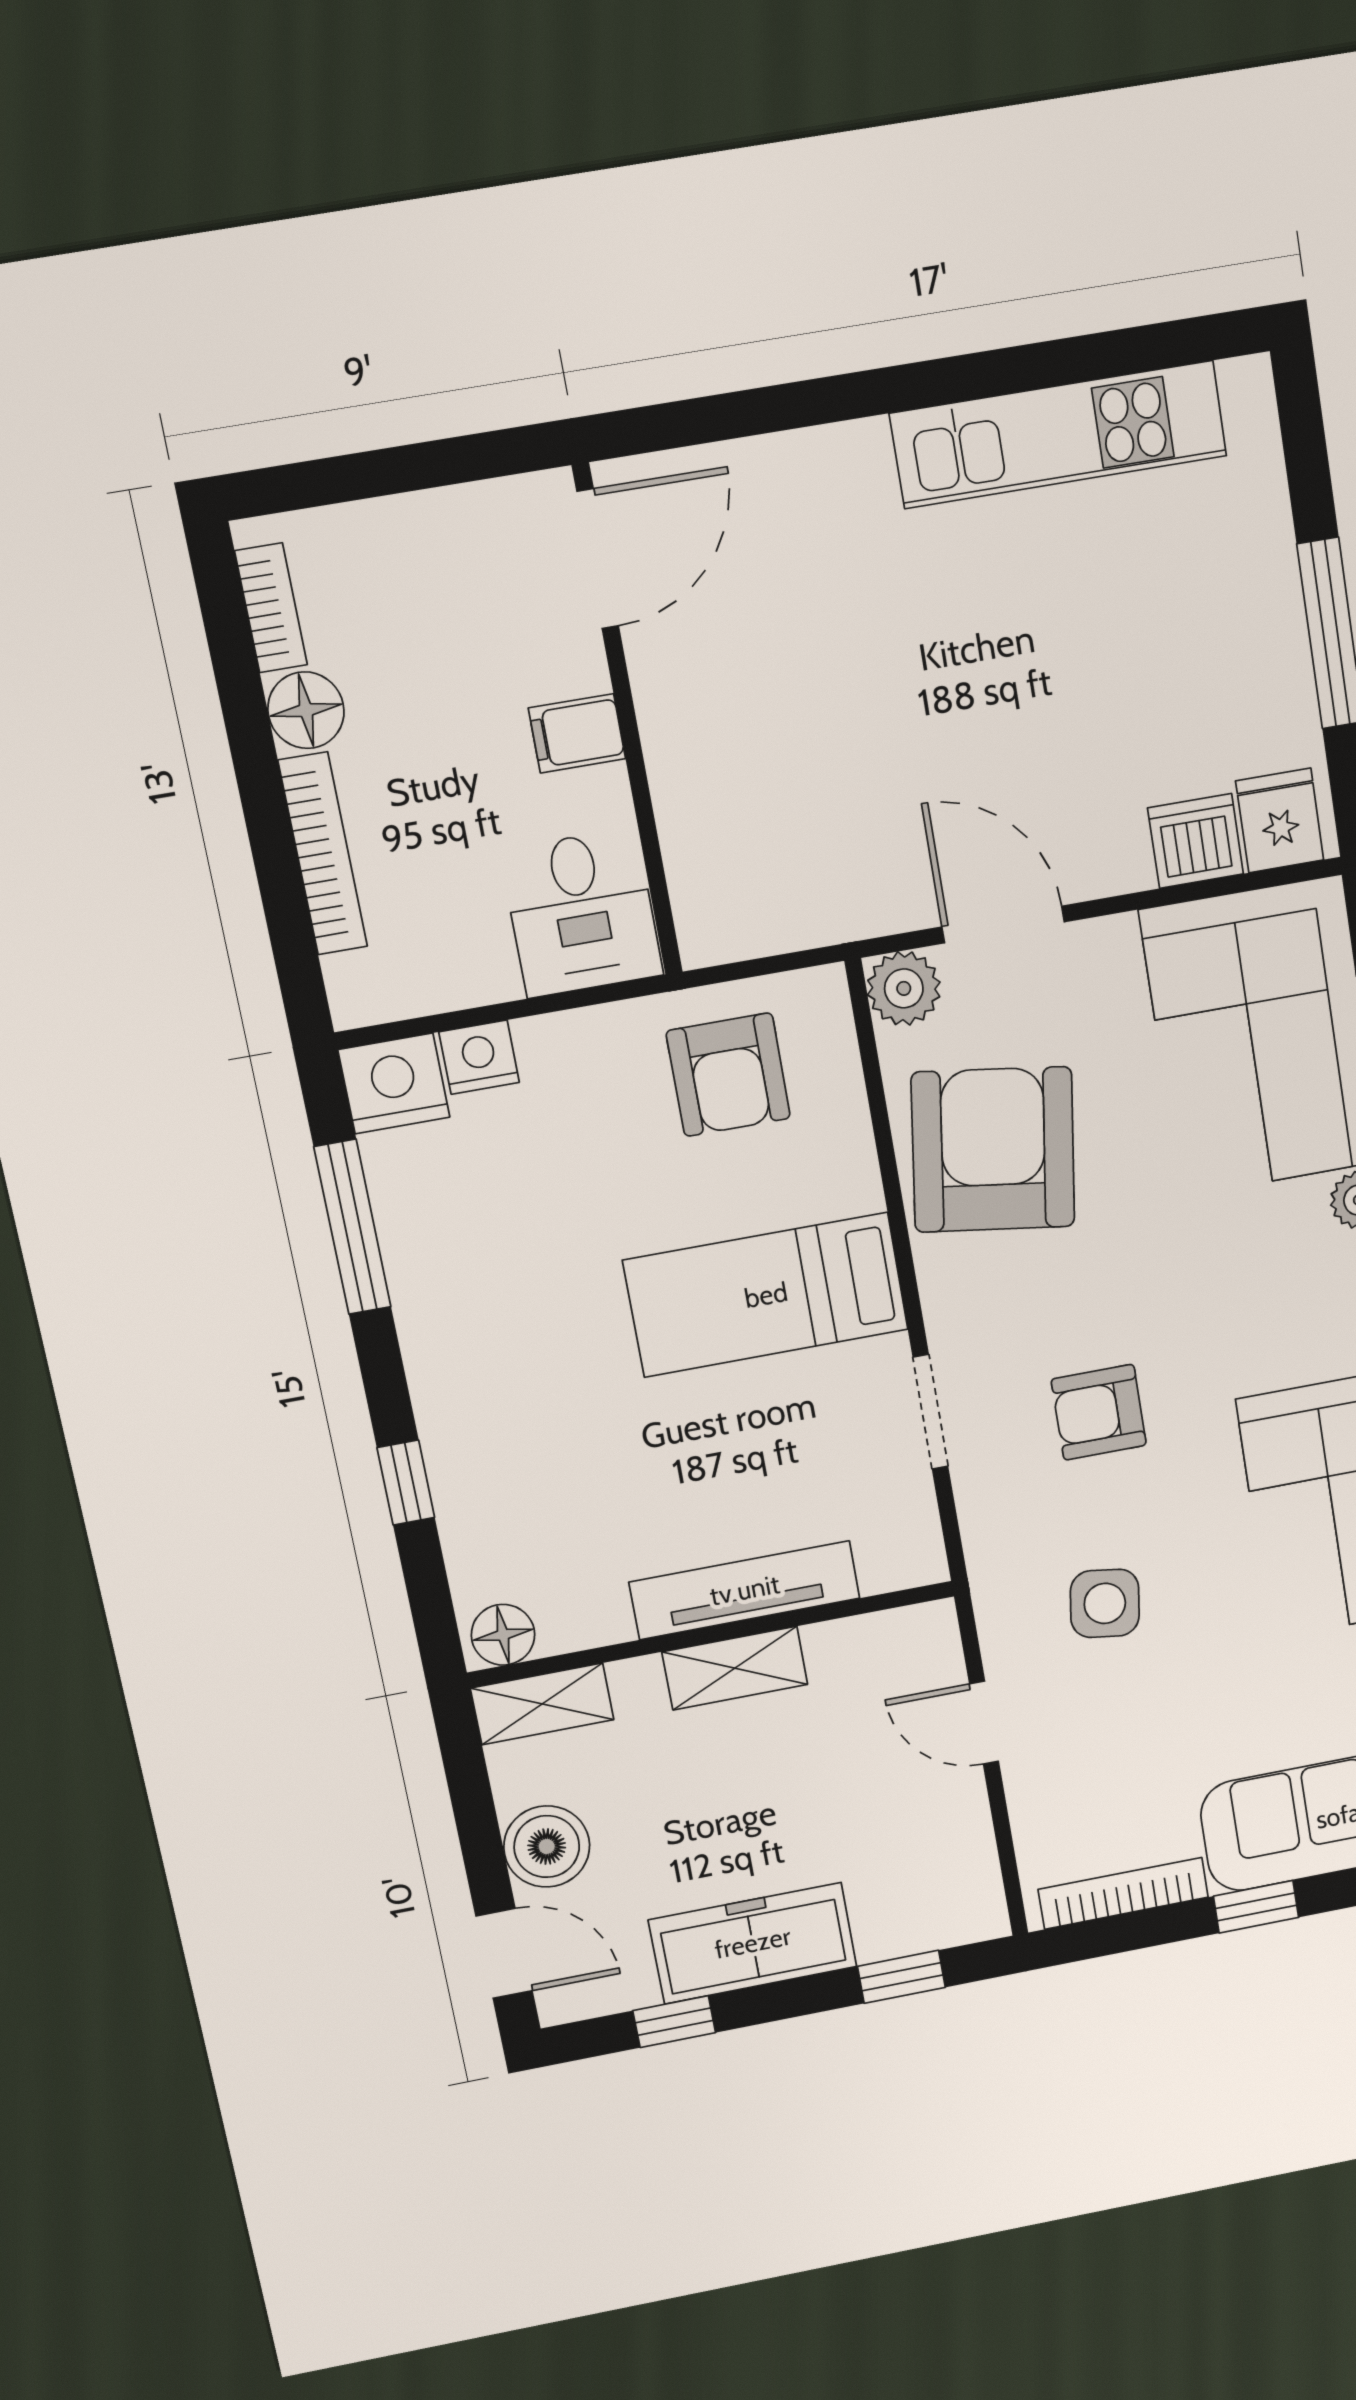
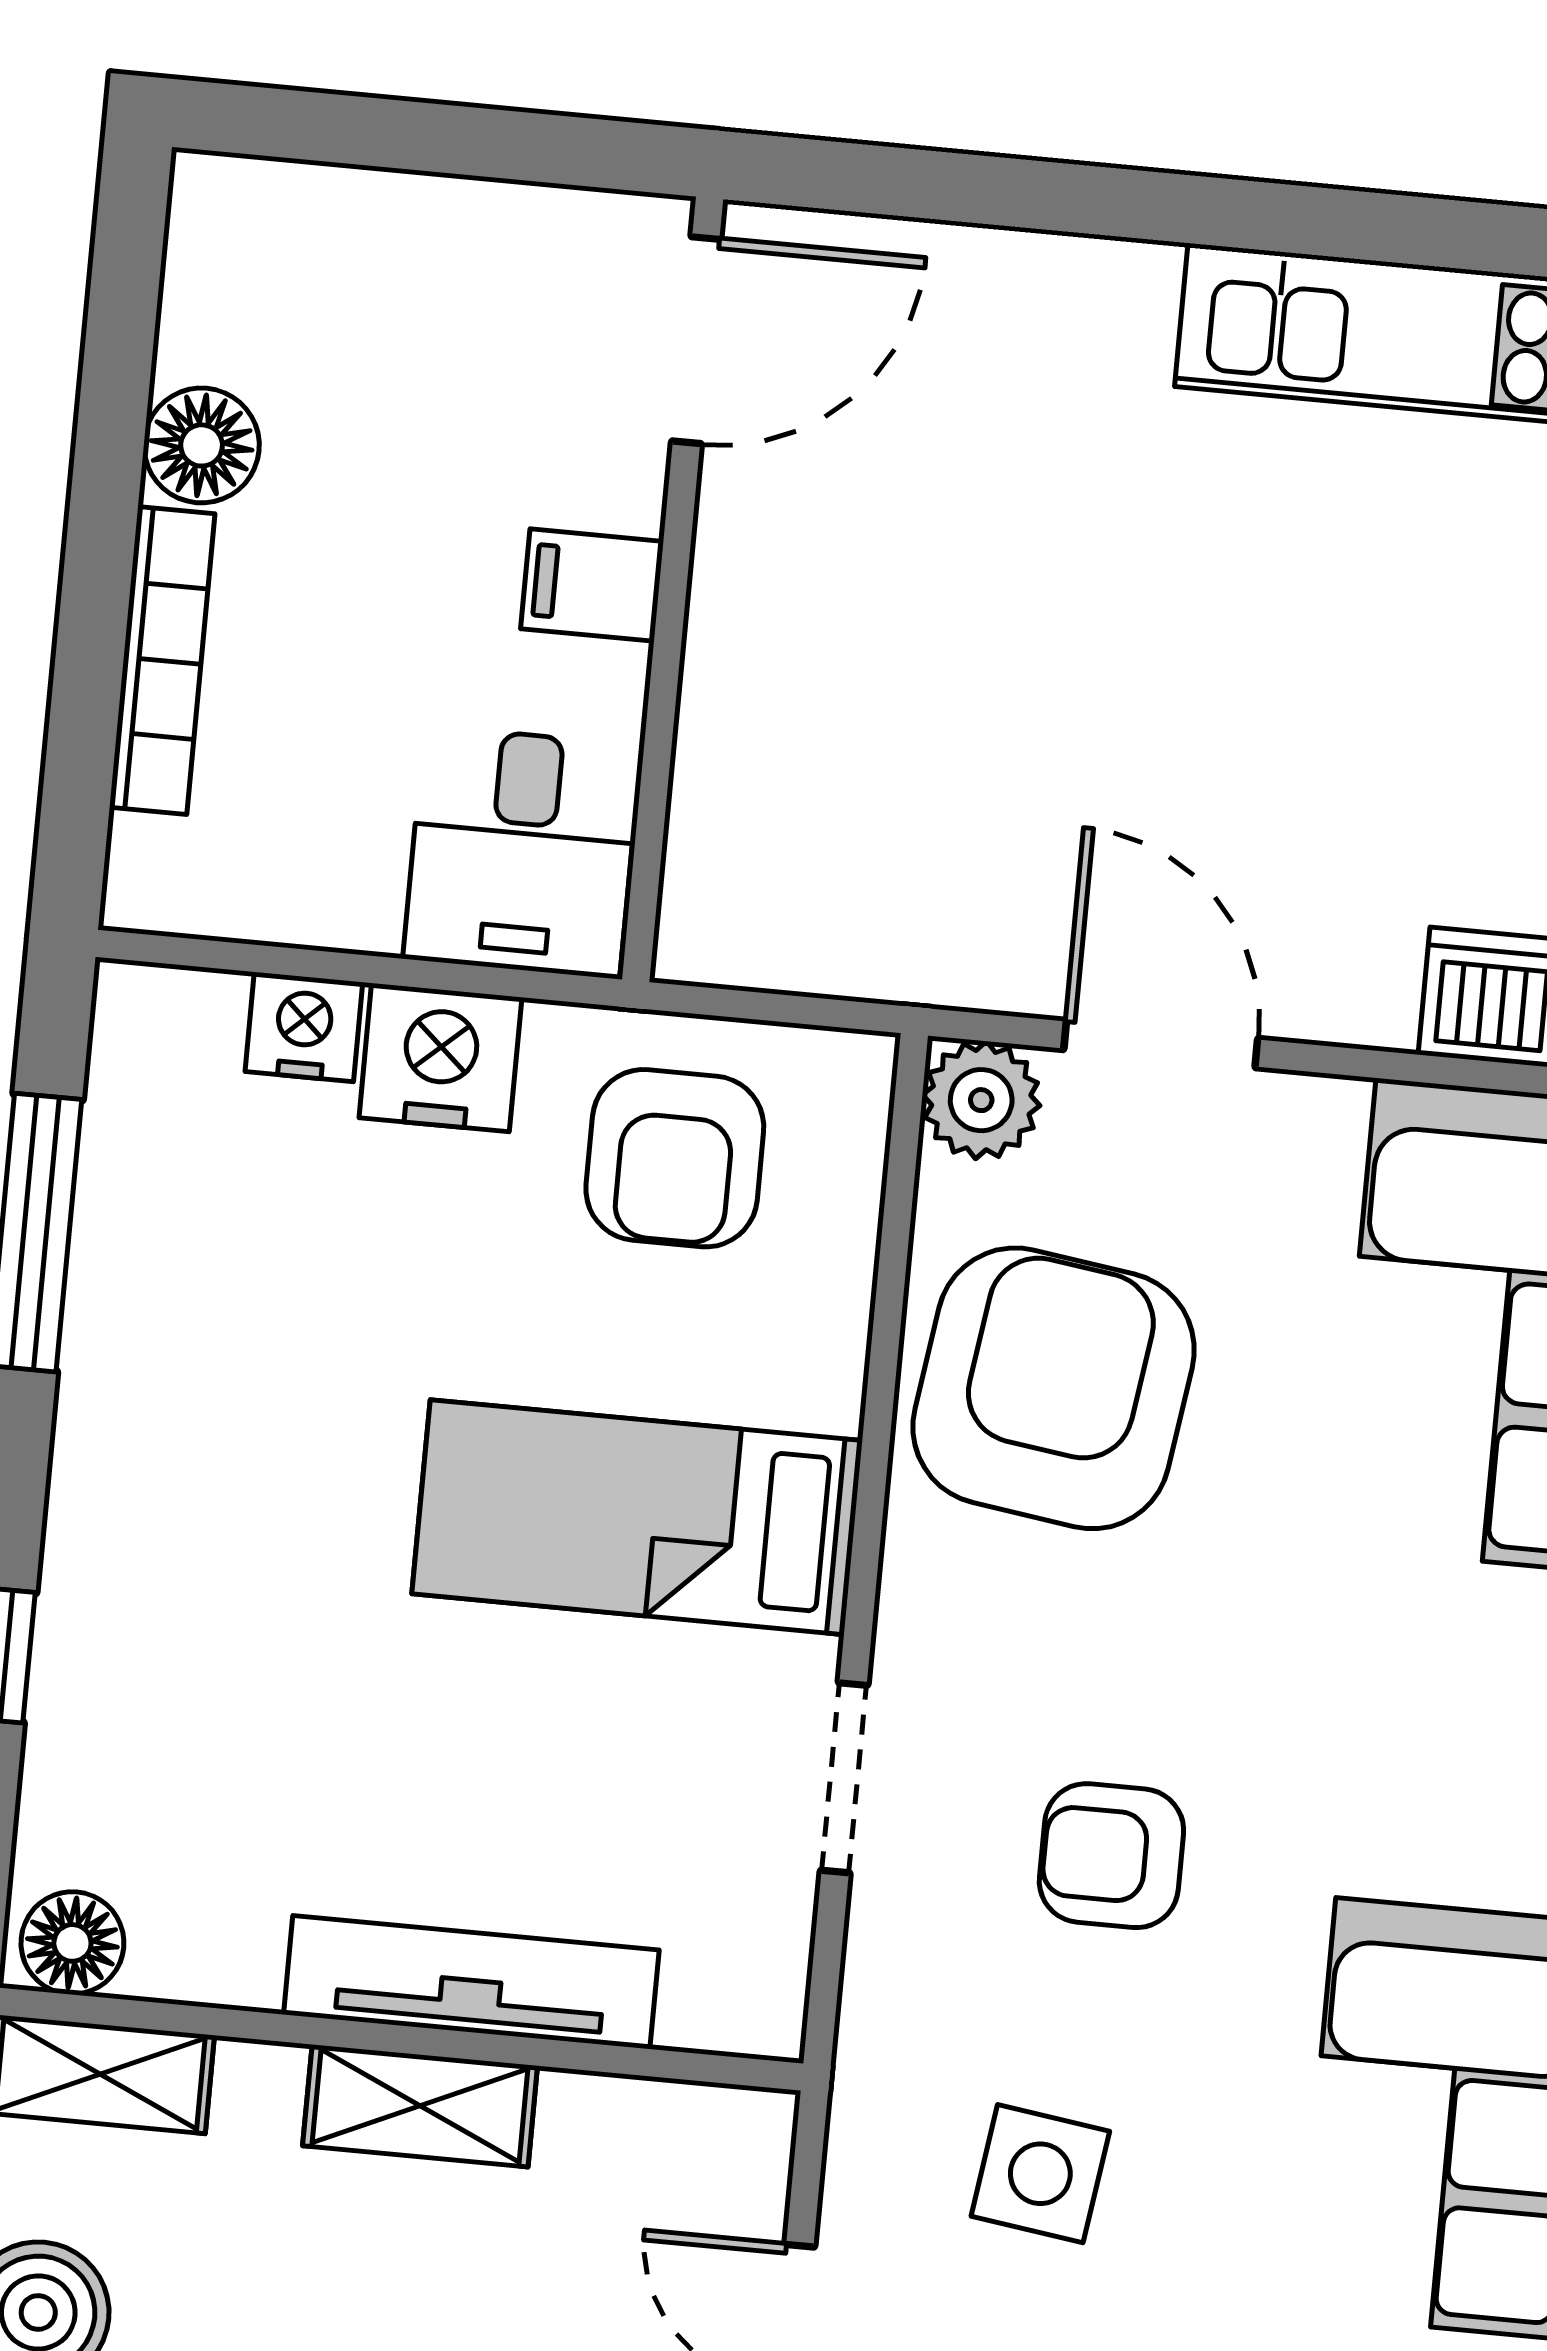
bookcase: (271, 608) -> (196, 286), removed
nightstand: (394, 1083) -> (440, 1058), moved

